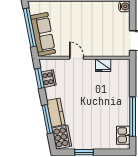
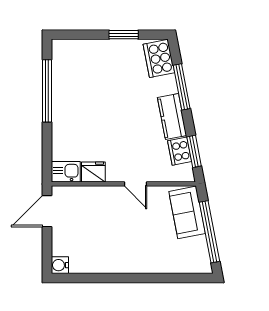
sofa: (43, 34) -> (187, 212), width x0.73
kitchen counter: (56, 113) -> (172, 117), moved
kitchen sink: (123, 135) -> (66, 172), moved, turned -90

